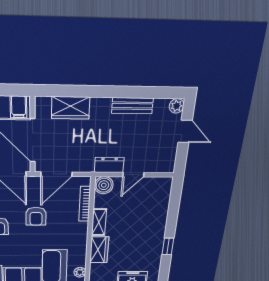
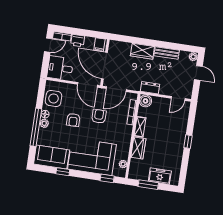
wardrobe: (71, 108) -> (142, 51), moved
door: (133, 175) -> (178, 98), moved
armchair: (36, 216) -> (99, 116), turned 180
window: (168, 246) -> (188, 142), moved

